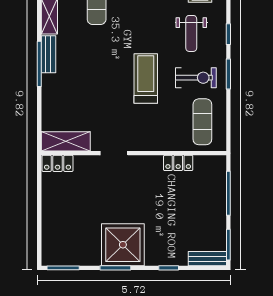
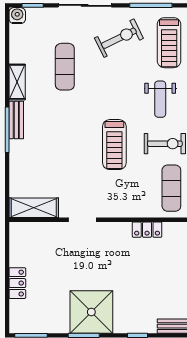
treadmill: (146, 79) -> (114, 145), turned 180
locker: (58, 163) -> (17, 283), moved, turned -90

